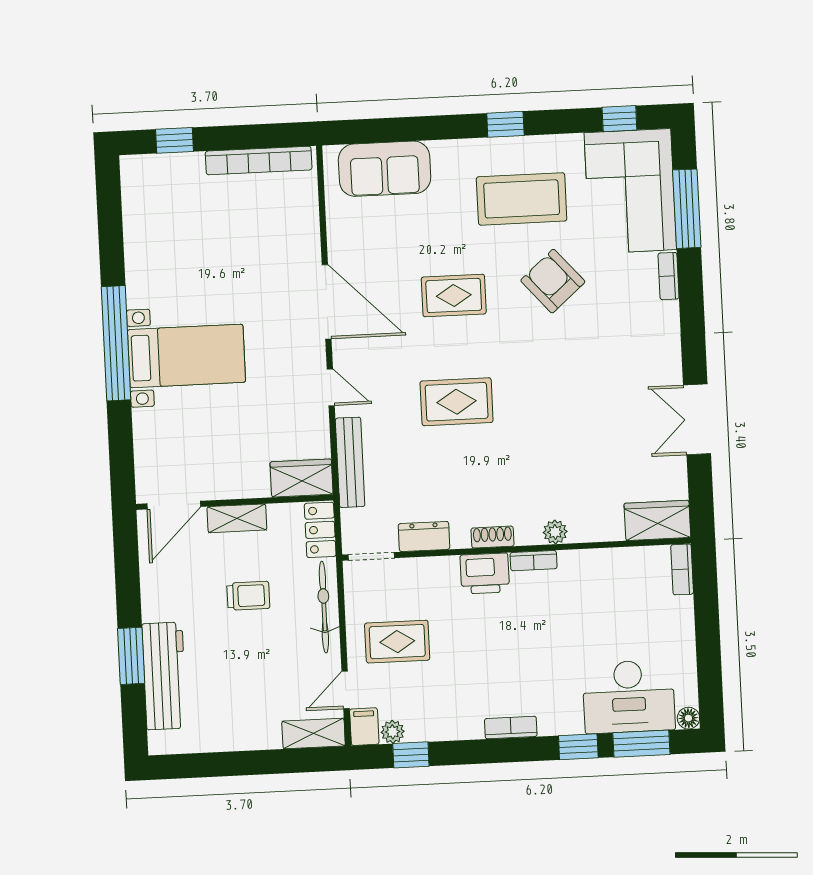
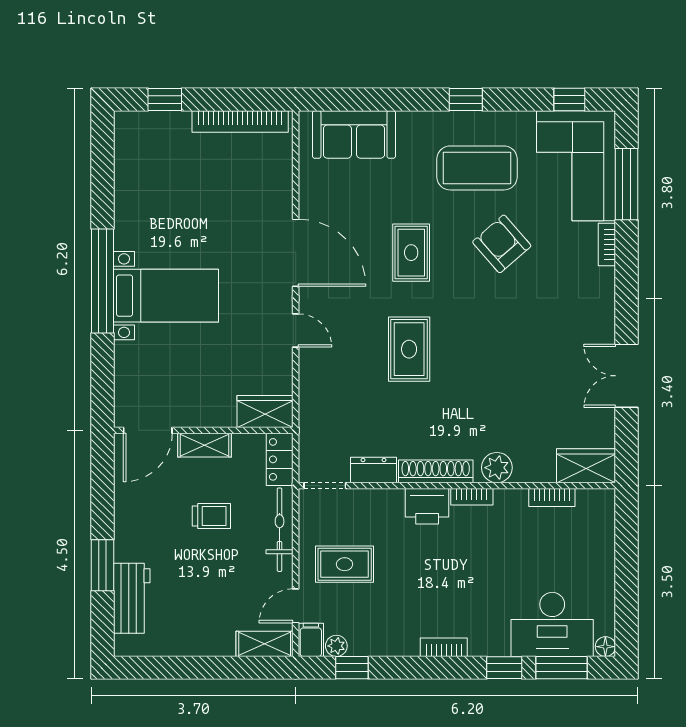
rug: (454, 295) -> (411, 253), turned 90
rug: (457, 402) -> (409, 349), turned 90
bench: (350, 462) -> (310, 399), removed
plant: (555, 532) -> (497, 468), width x1.38, depth x1.38
shoe rack: (493, 537) -> (436, 471), width x1.94, depth x1.24
bookcase: (682, 569) -> (552, 498), moved, turned -90
workbench: (164, 676) -> (132, 598), width x0.73

